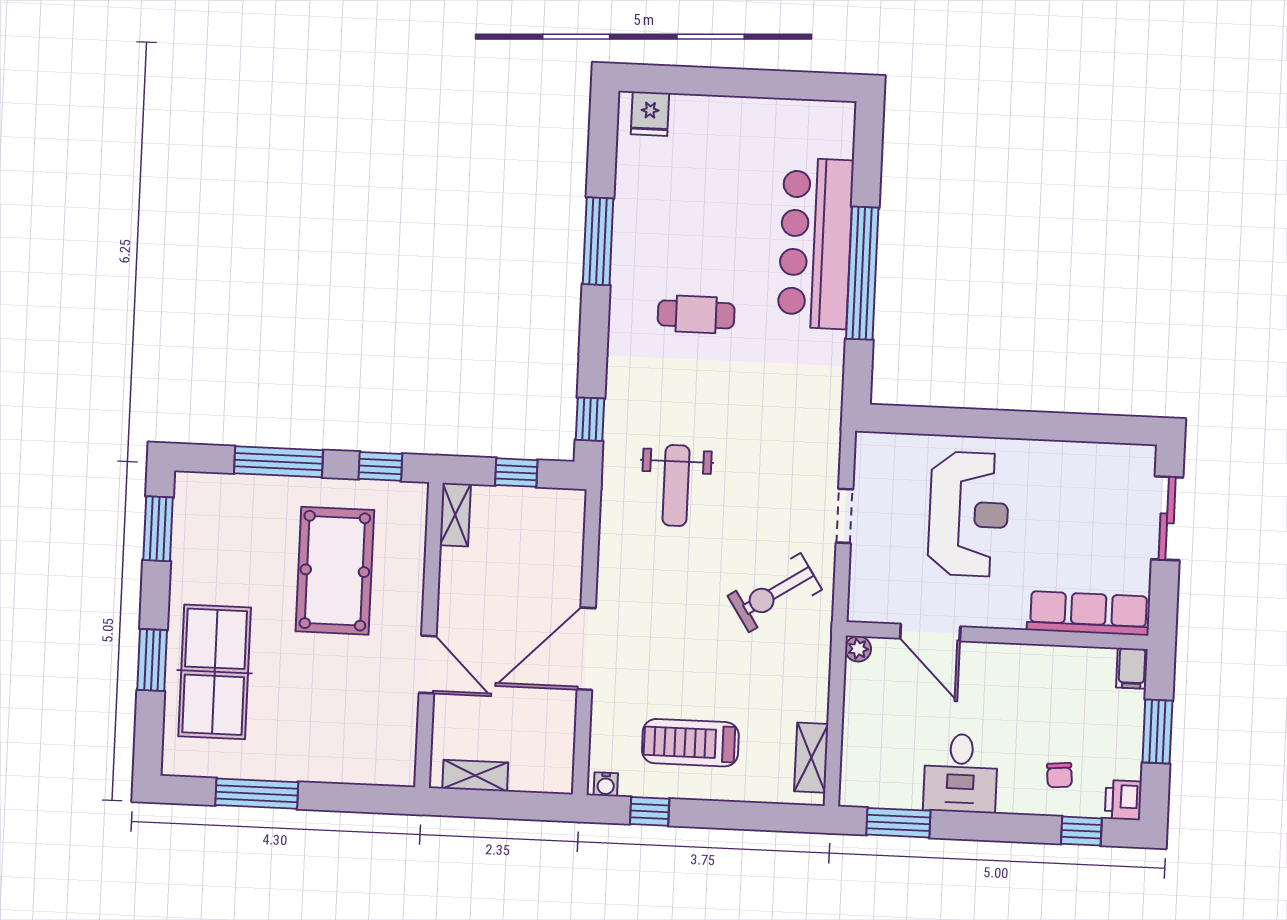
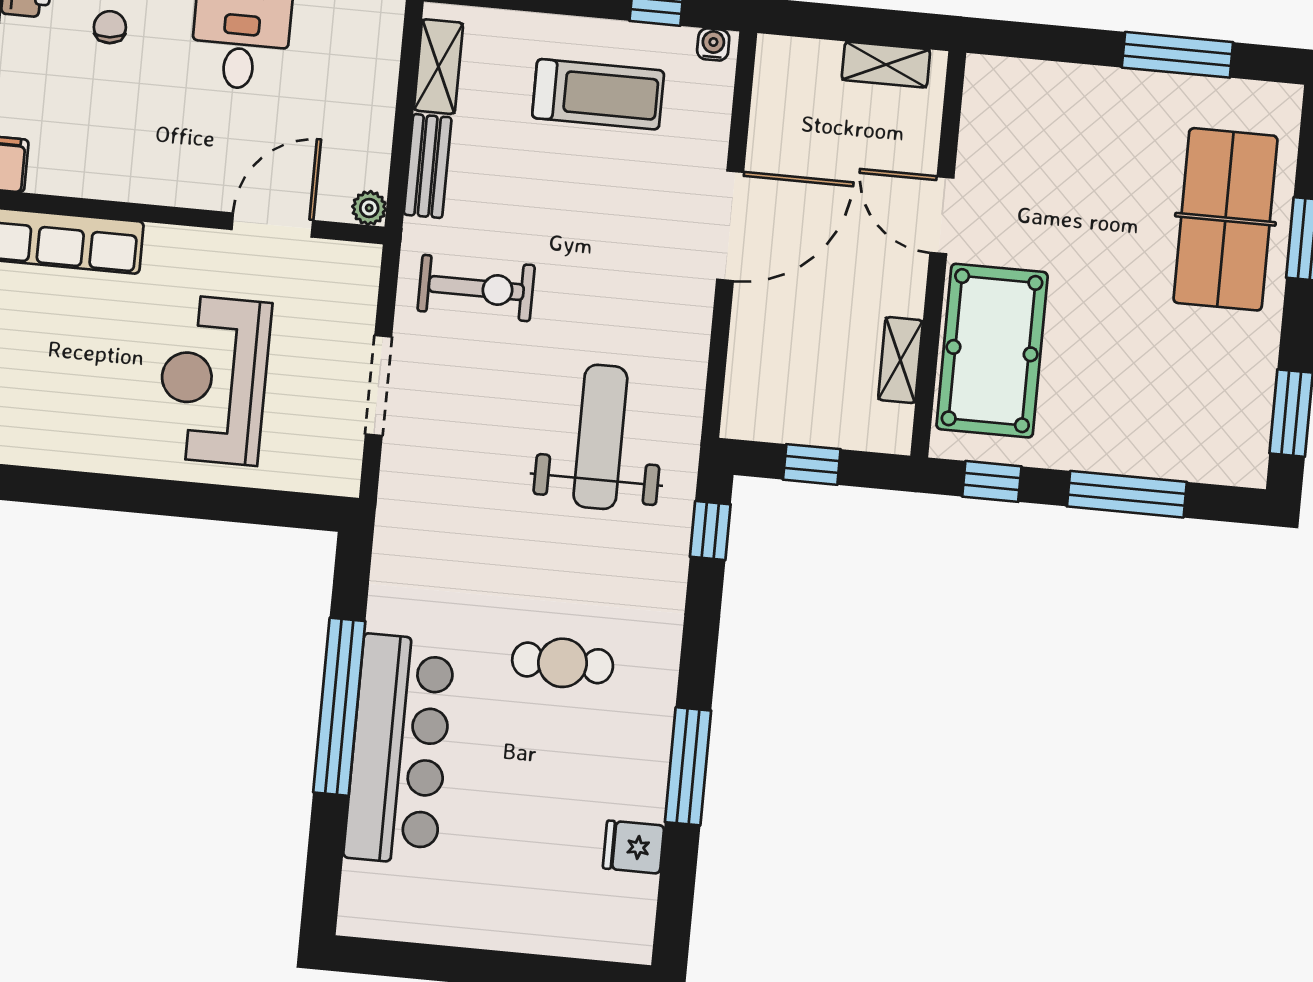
fridge: (650, 114) -> (634, 847), moved, turned -90
weight bench: (676, 485) -> (600, 437), width x1.36, depth x1.33
shelving: (455, 515) -> (900, 360), moved
doorway: (845, 516) -> (379, 386), width x1.38
pool table: (335, 571) -> (992, 351), moved
exercise bike: (775, 593) -> (476, 288), turned 33
door: (930, 633) -> (272, 225), hinge flipped
bench: (816, 683) -> (428, 166), added

